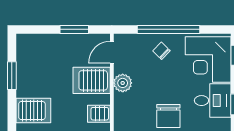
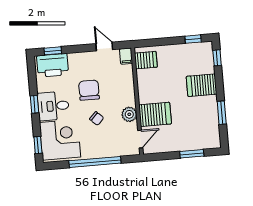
window: (74, 29) -> (192, 154), moved
chair: (161, 51) -> (97, 118), moved
server rack: (99, 114) -> (147, 87), removed

